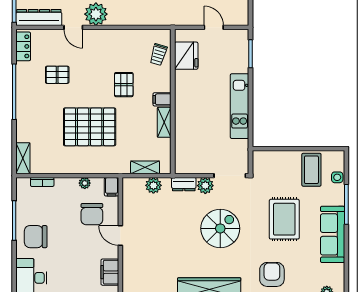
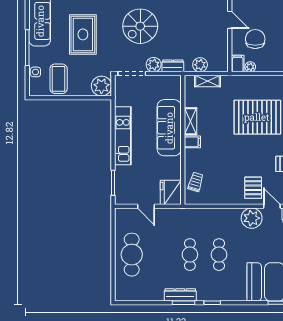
fridge: (186, 56) -> (171, 192), moved
pallet: (124, 85) -> (253, 188), moved
sofa: (188, 115) -> (169, 128), added
plant: (264, 162) -> (101, 86), added
plant: (85, 183) -> (250, 67), moved

